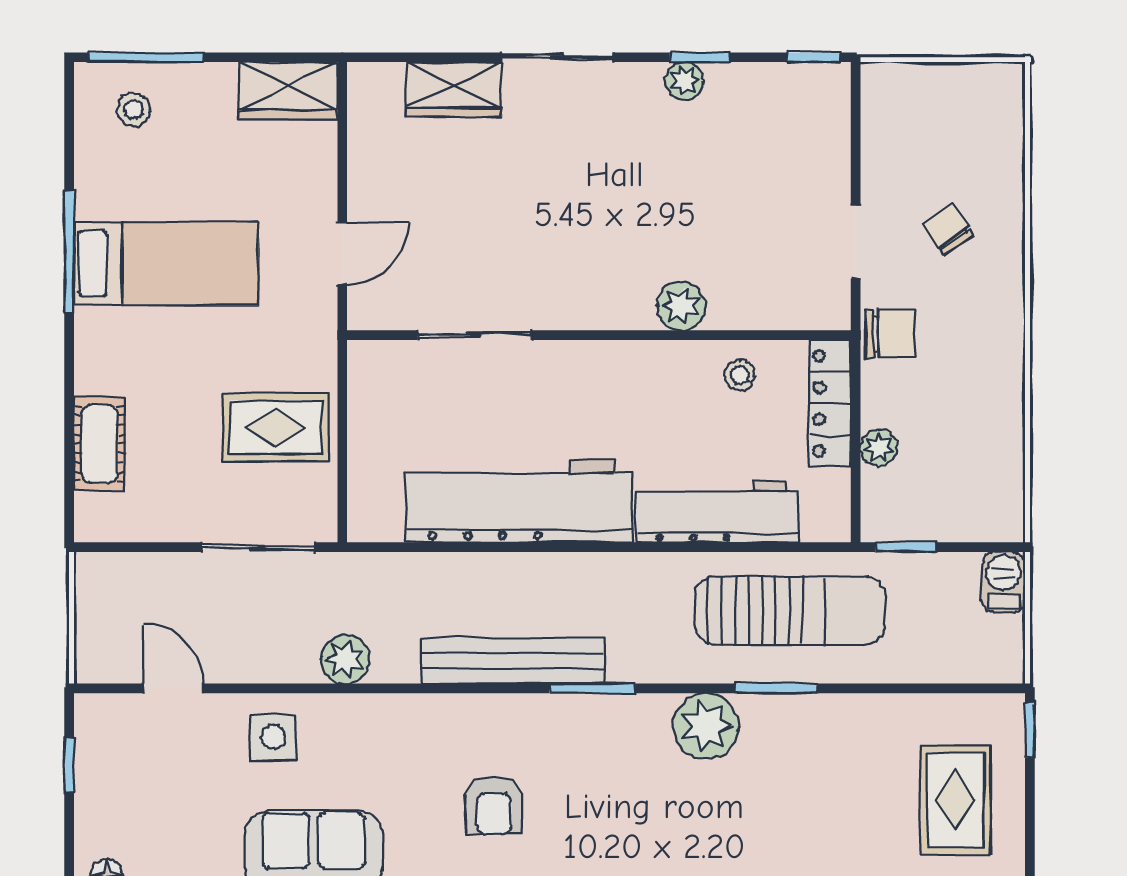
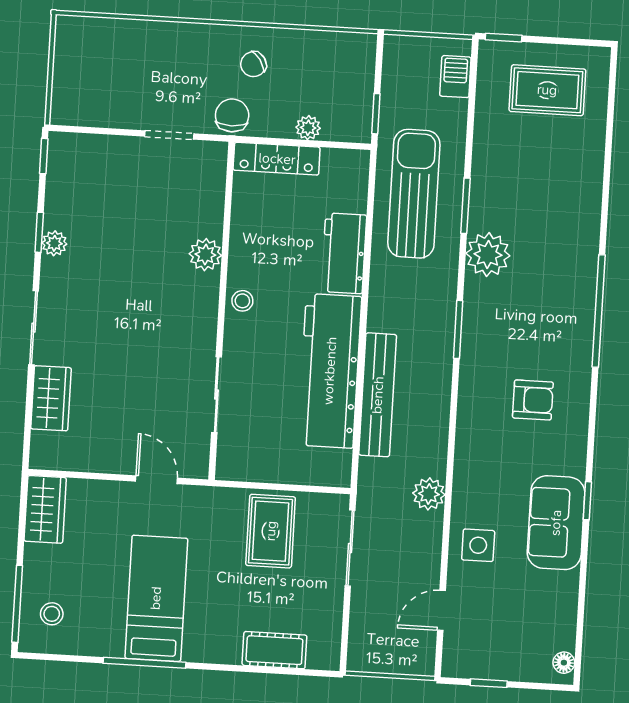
chair: (949, 229) -> (253, 64), moved
stool: (740, 375) -> (242, 301), moved
workbench: (717, 512) -> (344, 253), width x0.73
barbecue: (1004, 582) -> (455, 77), moved, turned 90
bench: (513, 661) -> (378, 395), moved

